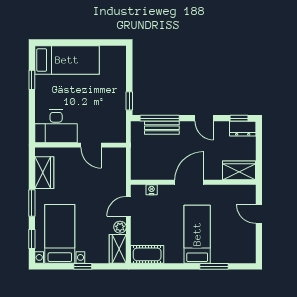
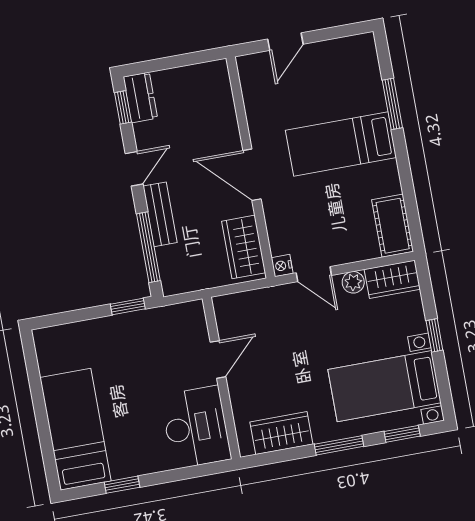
bench: (162, 128) -> (160, 214), moved
wardrobe: (239, 170) -> (244, 247), moved
nightstand: (152, 190) -> (282, 266), moved

